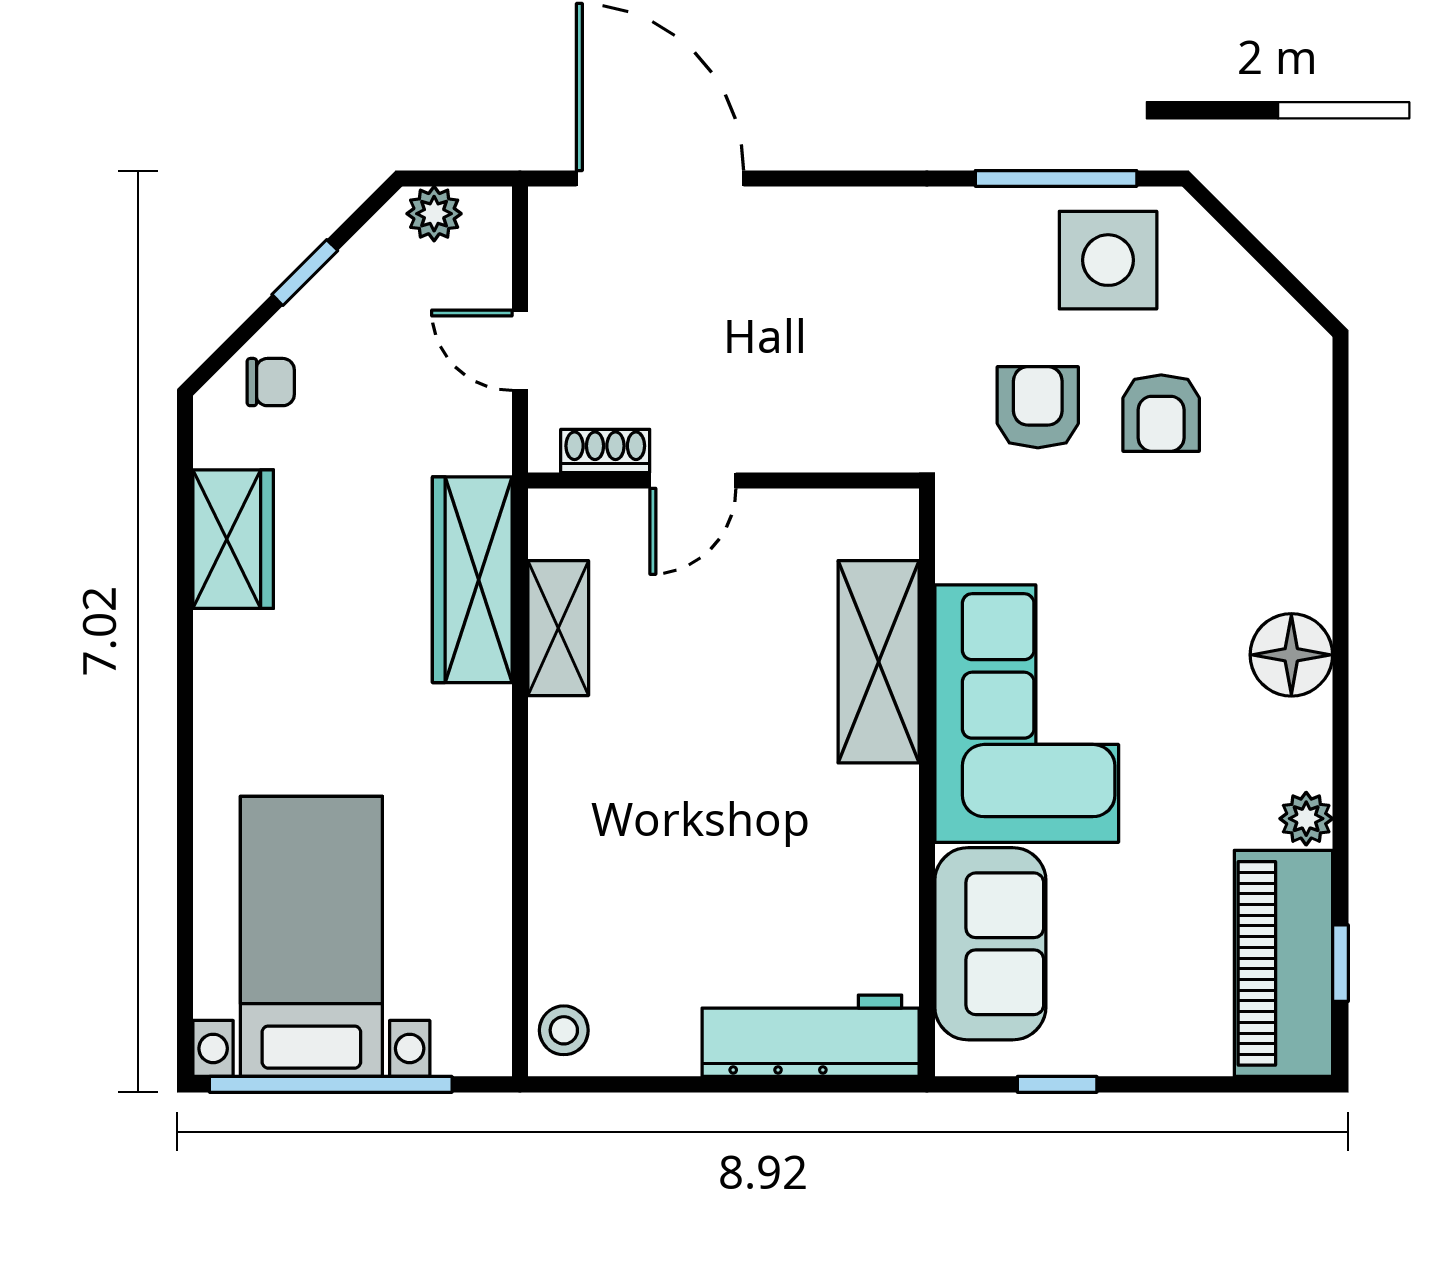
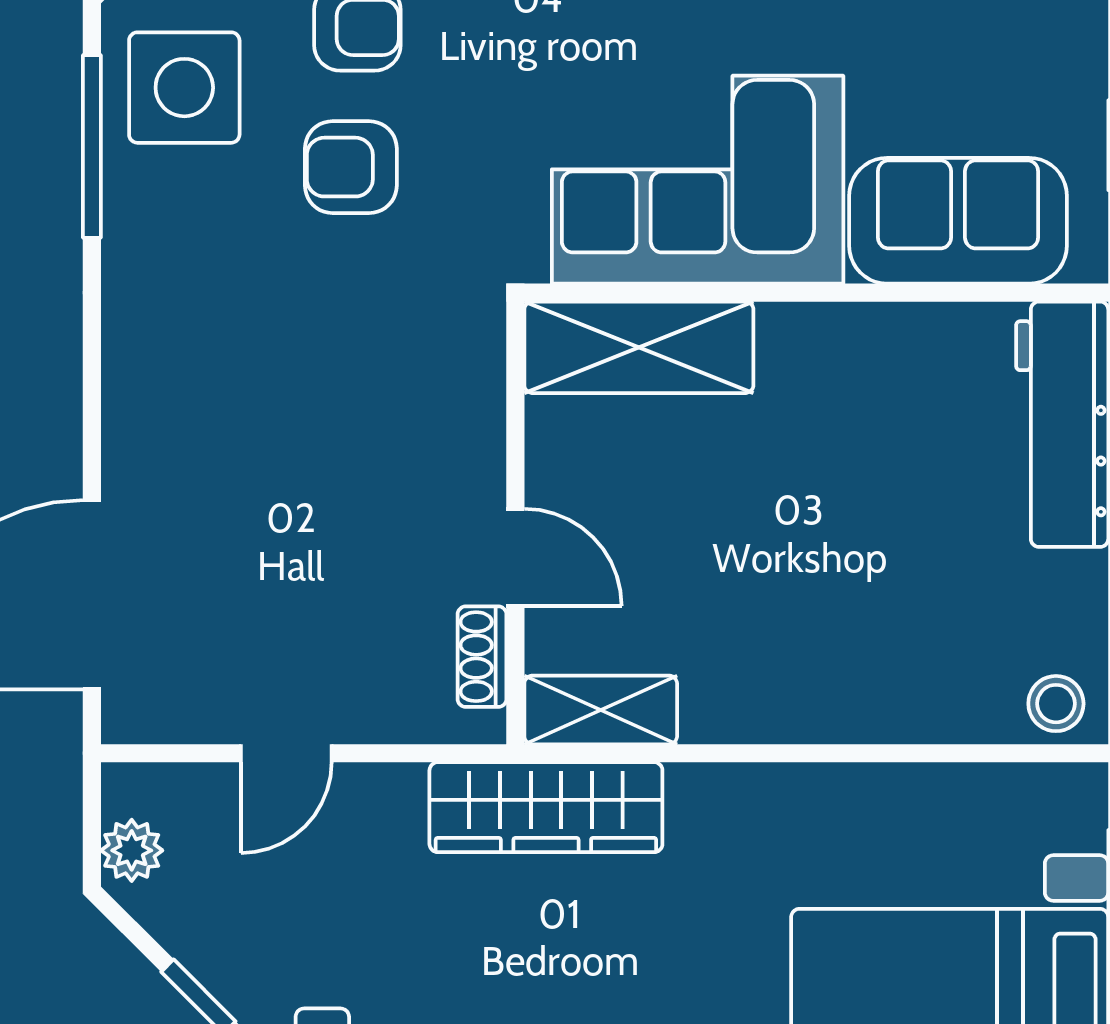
shoe rack: (605, 451) -> (482, 657), moved
door: (693, 480) -> (515, 557), moved
wall: (723, 480) -> (515, 523), moved

